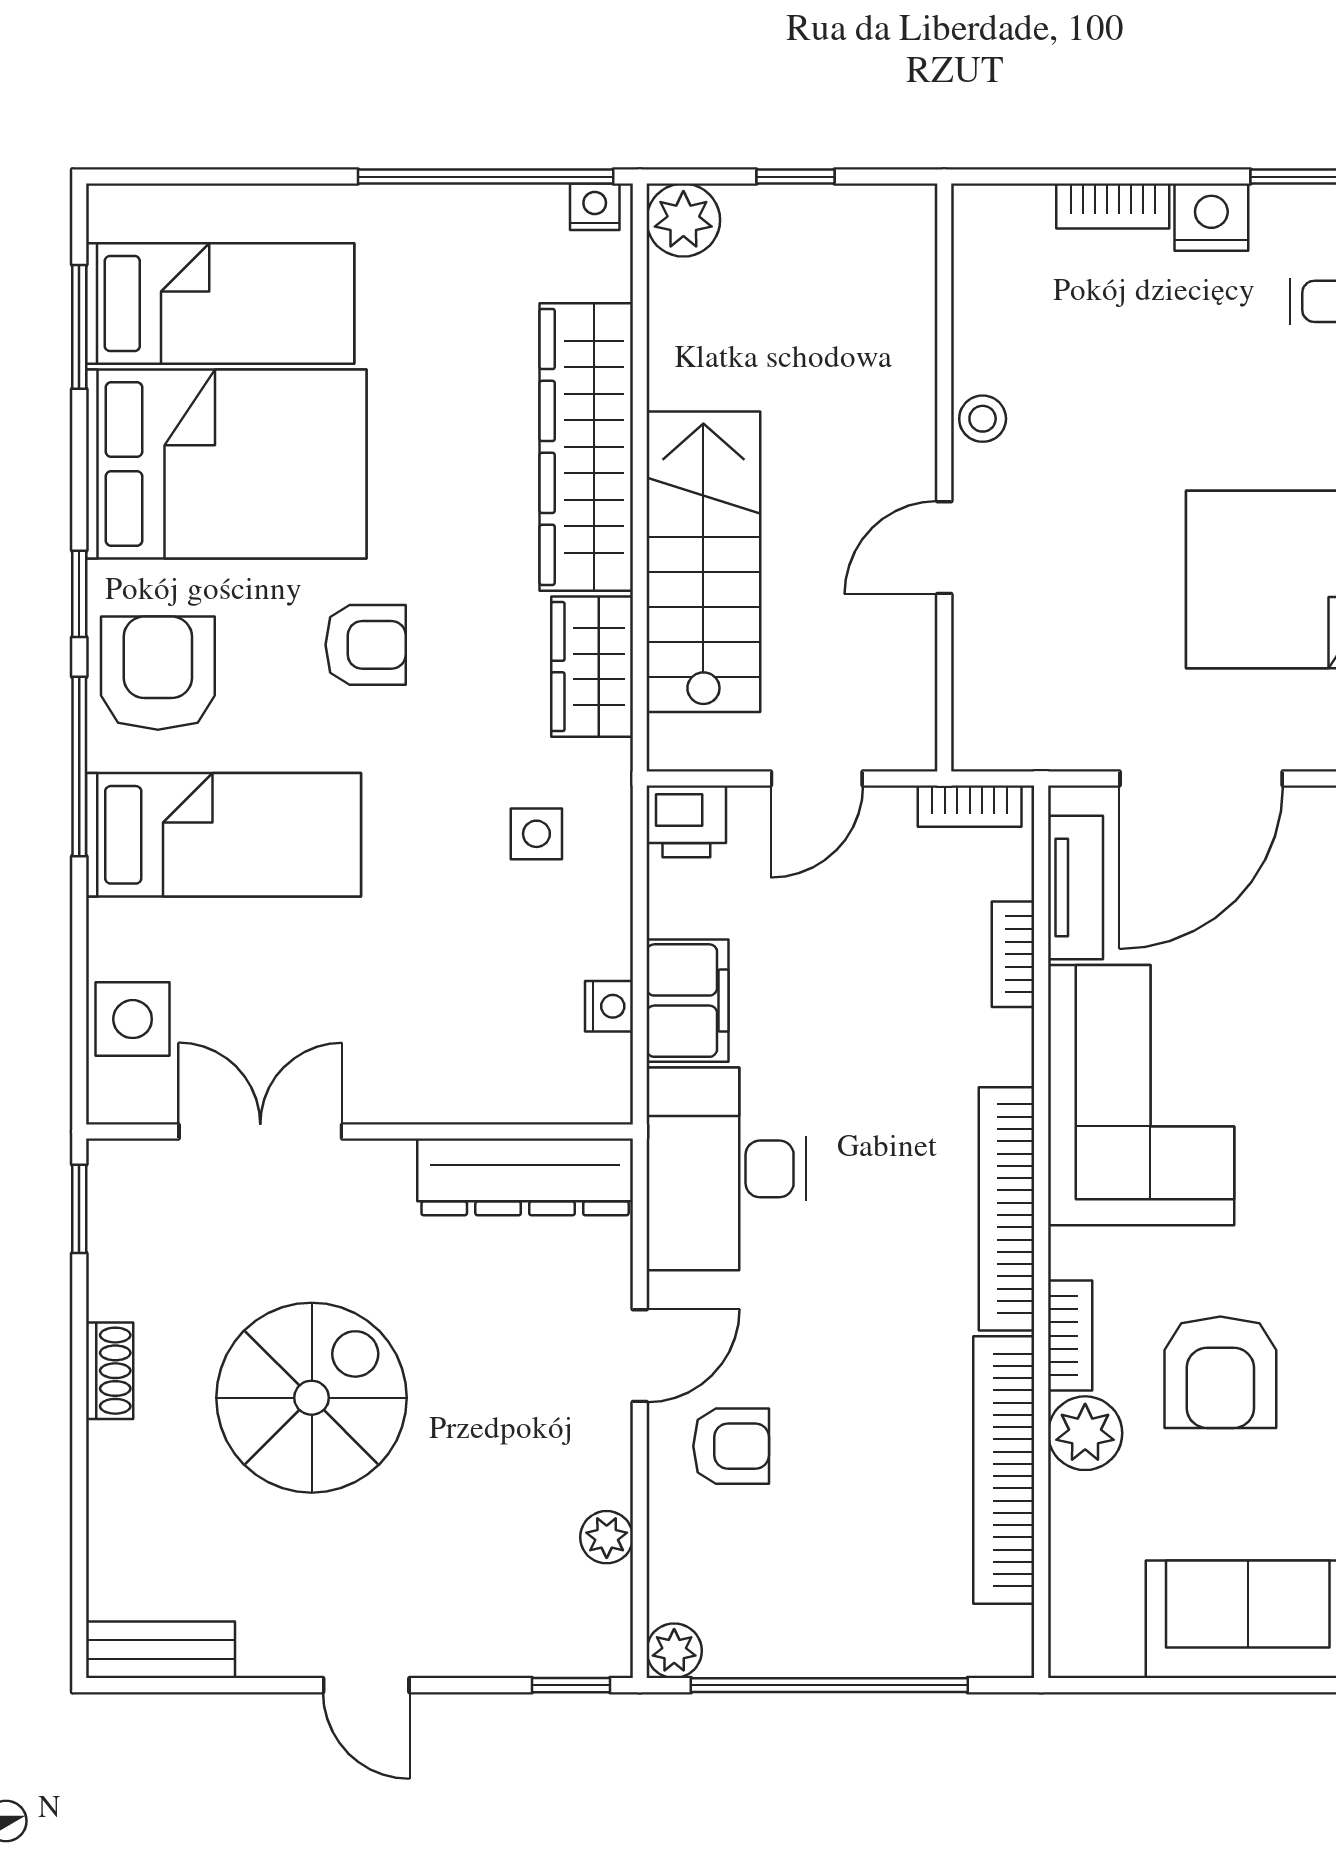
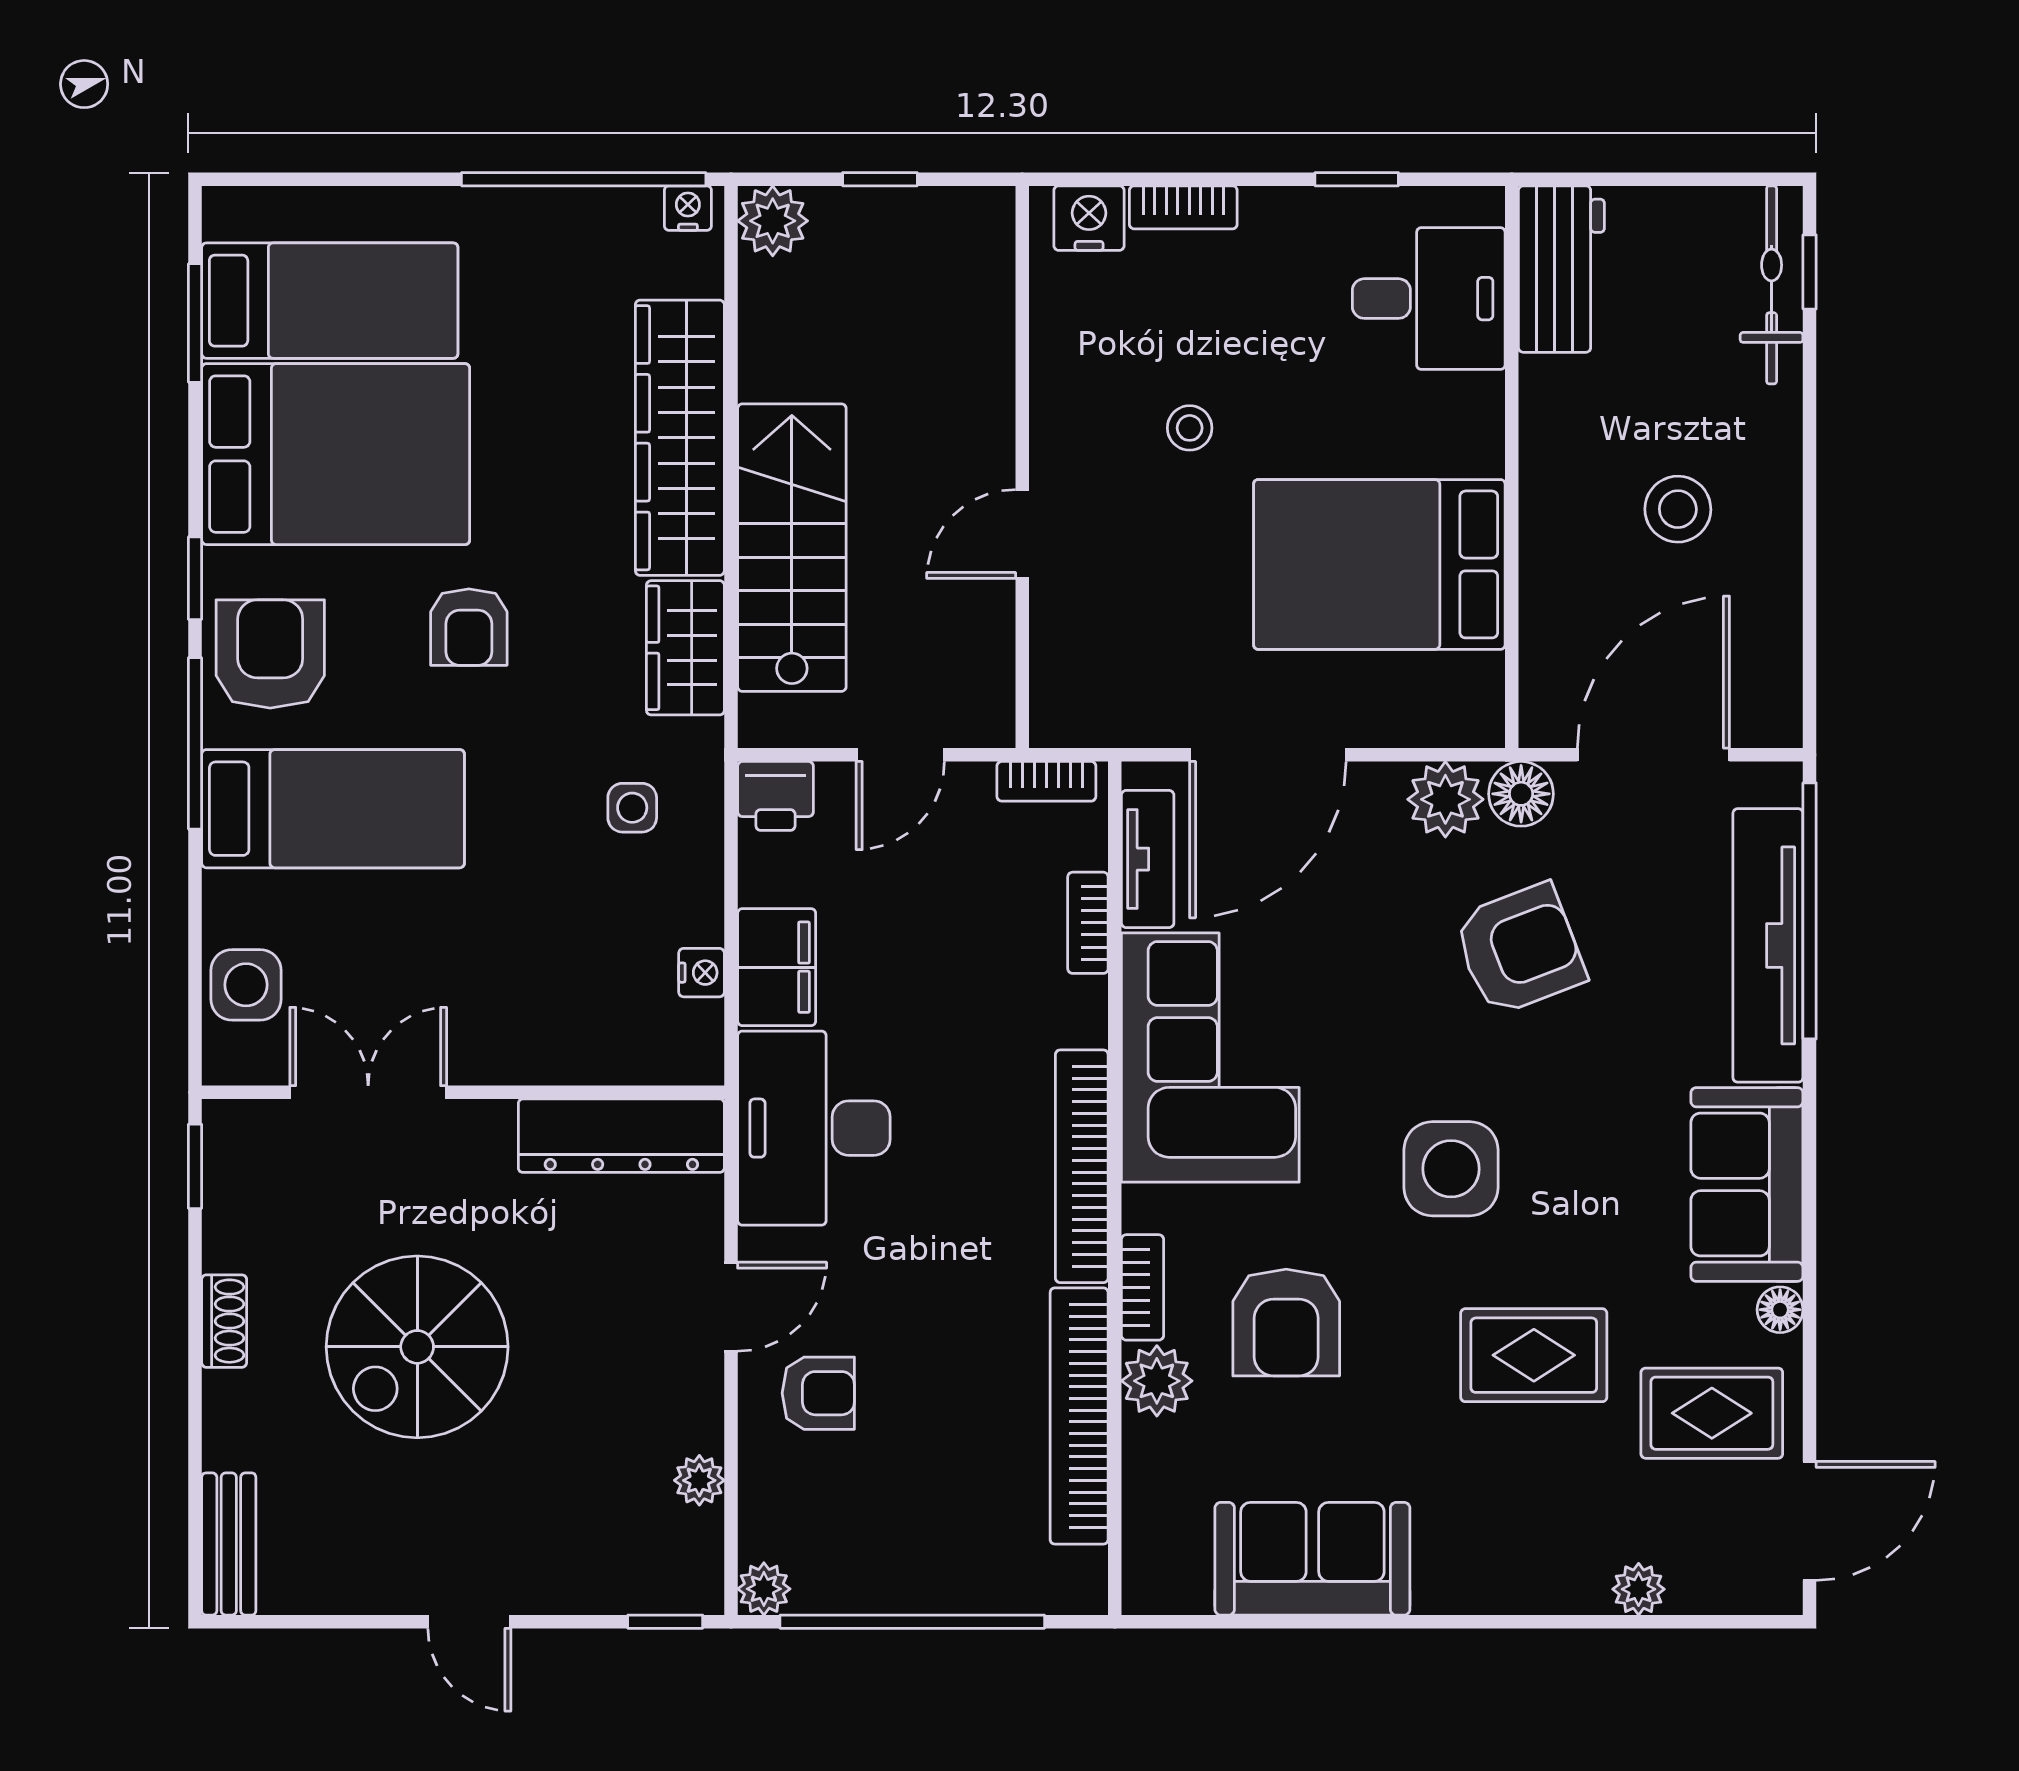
nightstand: (1211, 217) -> (1089, 218), moved
stool: (983, 419) -> (1190, 428), moved
armchair: (366, 645) -> (469, 627), turned 90
spiral stairs: (312, 1398) -> (417, 1347), turned 180
bench: (161, 1650) -> (229, 1544), moved, turned 90

